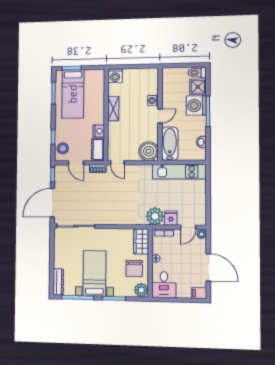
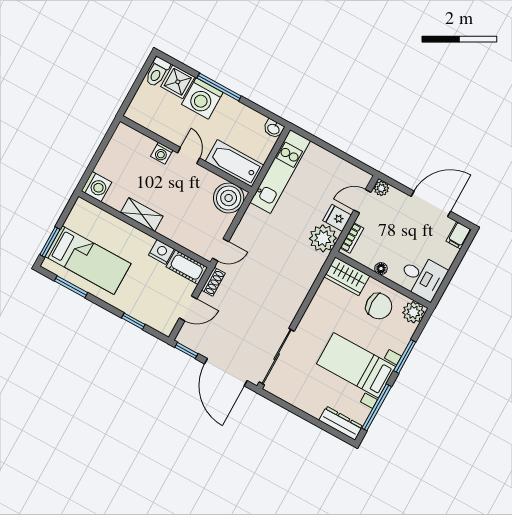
washbasin: (201, 142) -> (274, 129), moved
stool: (63, 148) -> (157, 316), removed
door: (188, 227) -> (362, 201), swing flipped

